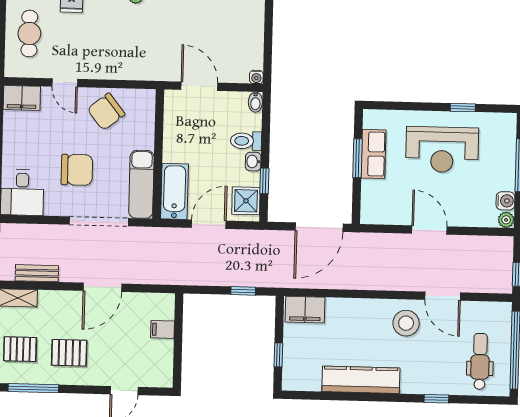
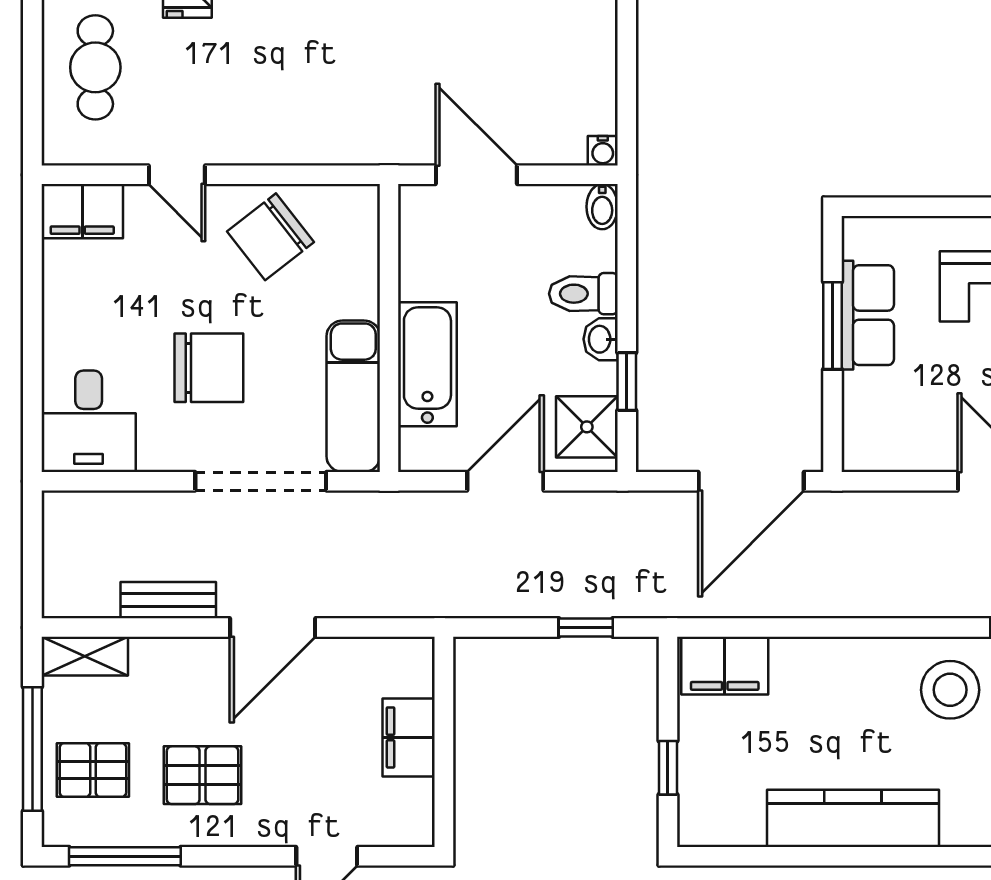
bathtub: (175, 191) -> (427, 364), moved
bench: (37, 273) -> (168, 600), moved
filing cabinet: (163, 329) -> (409, 737), width x2.00

